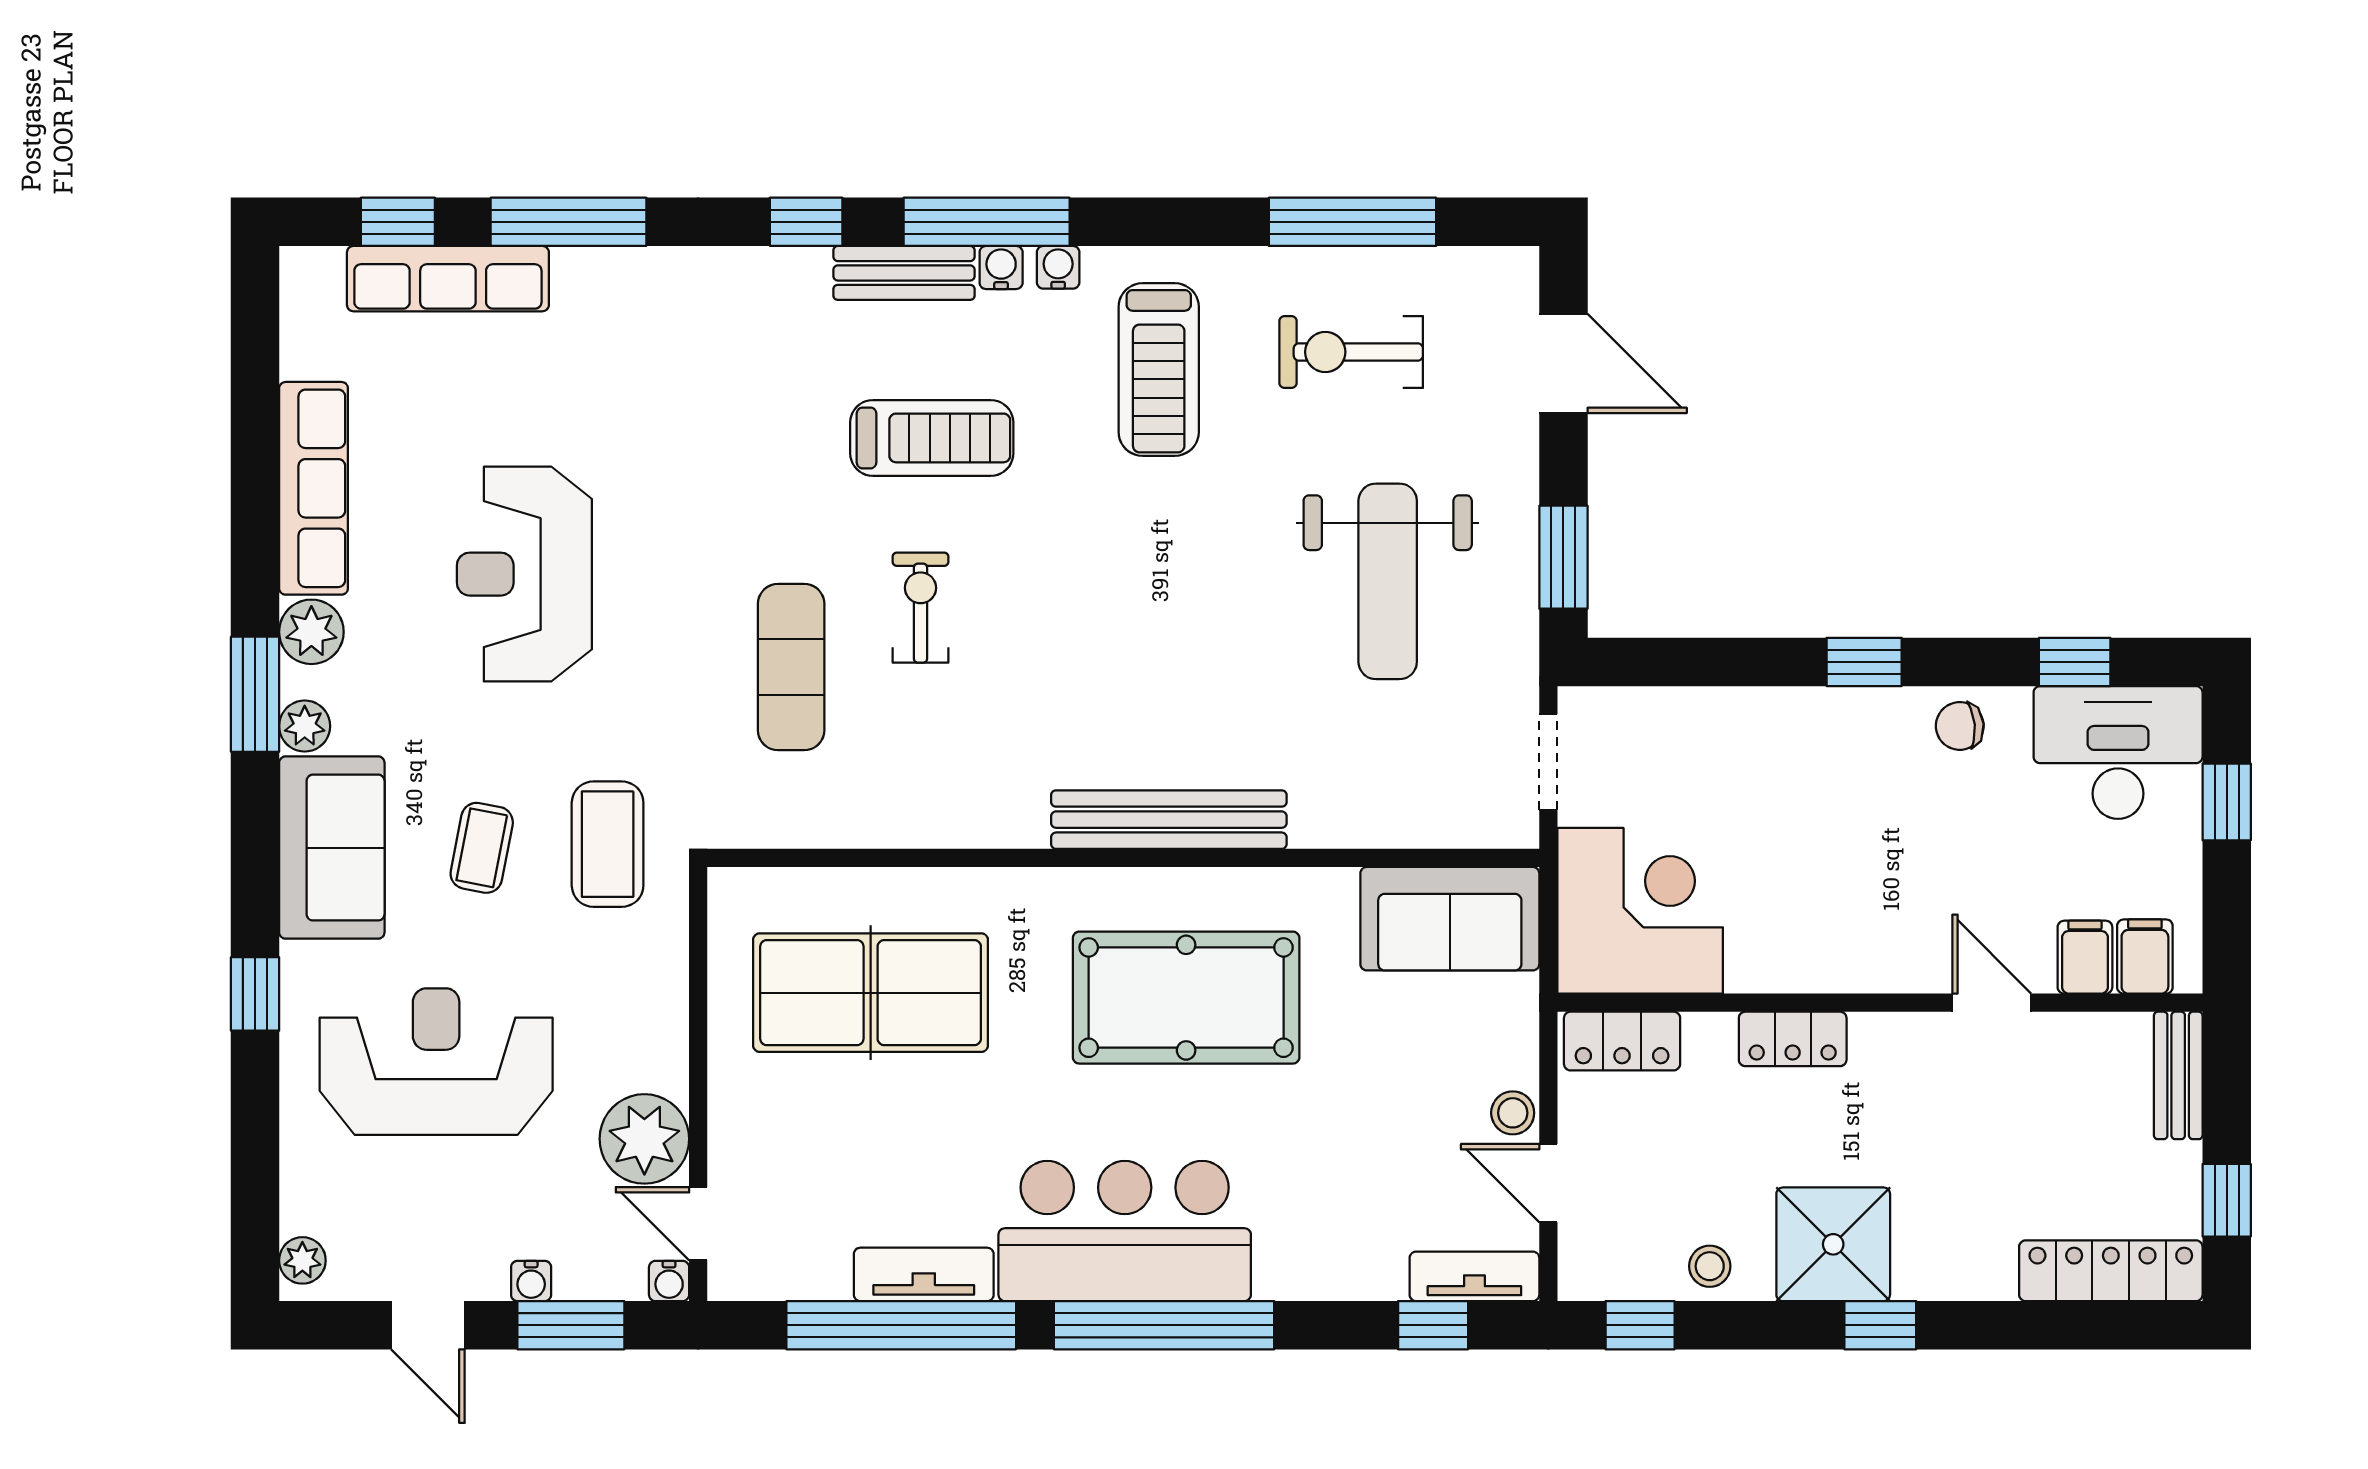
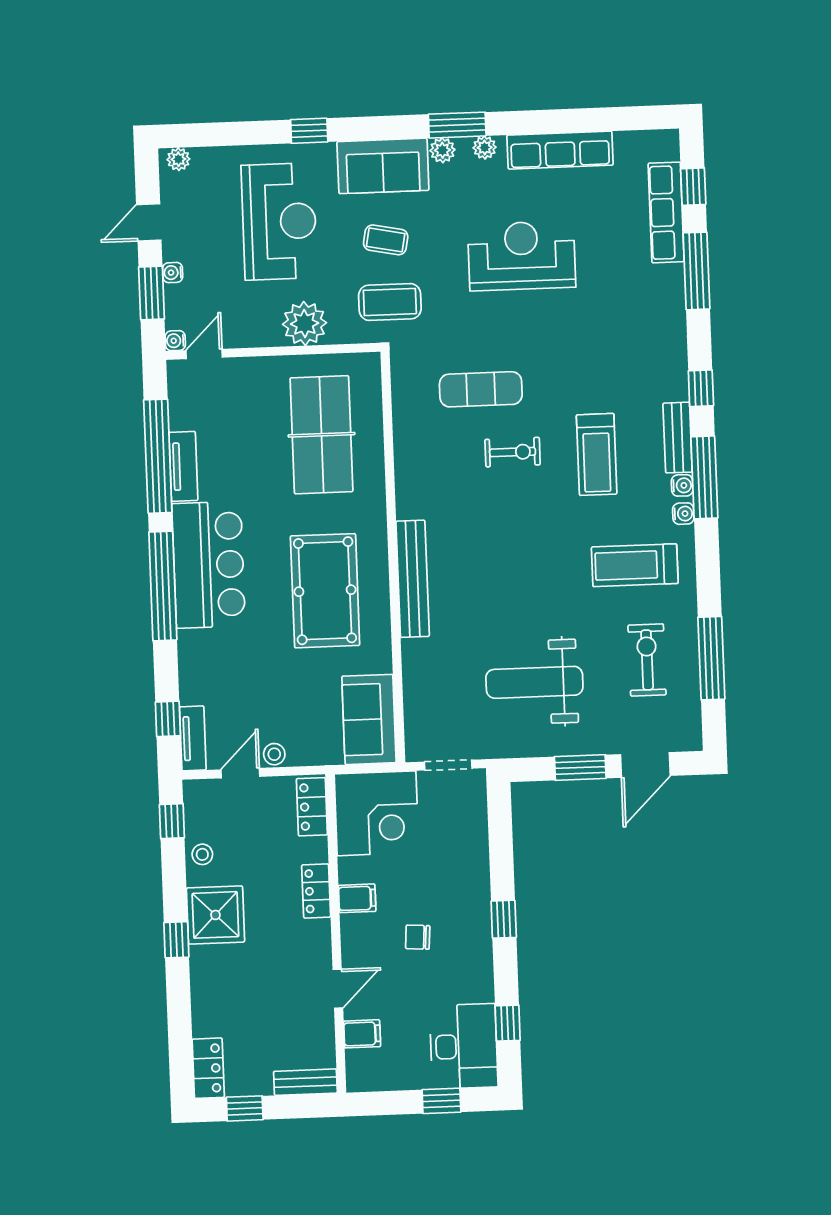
window: (1563, 557) -> (580, 767), moved
plant: (311, 632) -> (485, 148), width x0.73, depth x0.73
chair: (1960, 726) -> (418, 937), moved, turned -81
filing cabinet: (2145, 957) -> (357, 898), moved
plant: (644, 1139) -> (305, 324), moved
locker: (2111, 1271) -> (208, 1068), width x0.66

